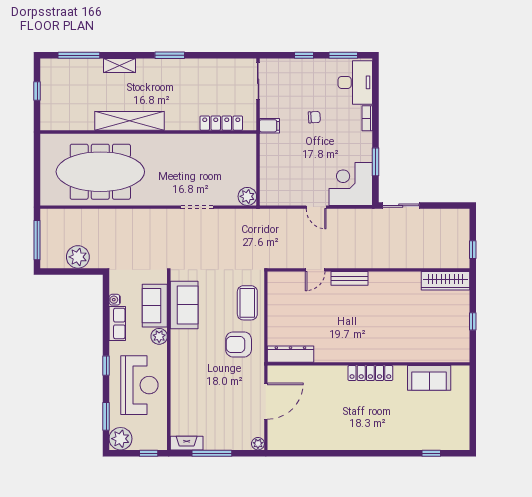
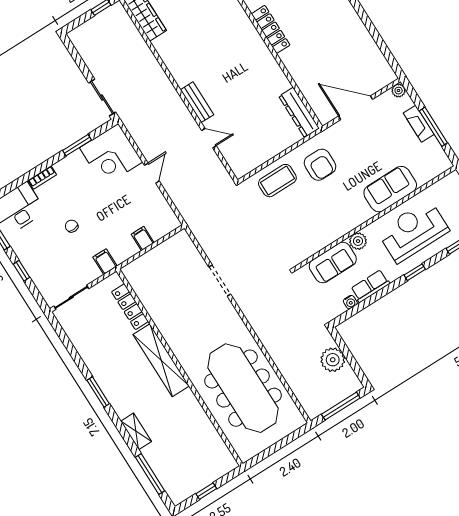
shelving: (130, 121) -> (161, 360), moved
filing cabinet: (269, 167) -> (143, 239), added
plant: (247, 196) -> (181, 241), removed
sofa: (184, 305) -> (390, 189), moved
fireplace: (187, 443) -> (419, 124), moved

